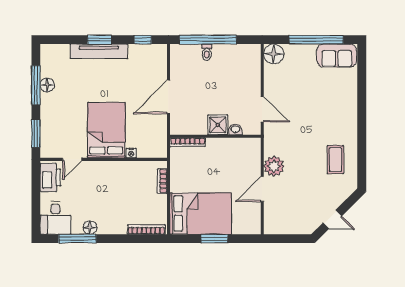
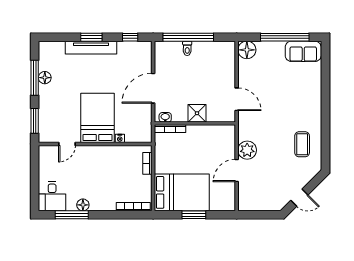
washbasin: (235, 129) -> (165, 117), moved
printer: (50, 177) -> (48, 160), removed

